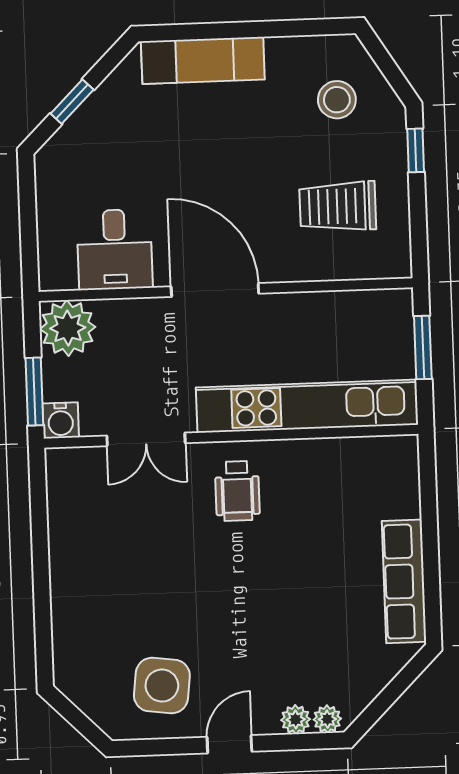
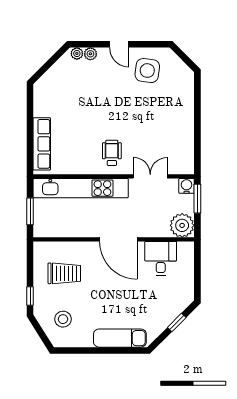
row of seats: (404, 581) -> (42, 144), moved
door: (229, 744) -> (119, 44), hinge flipped

